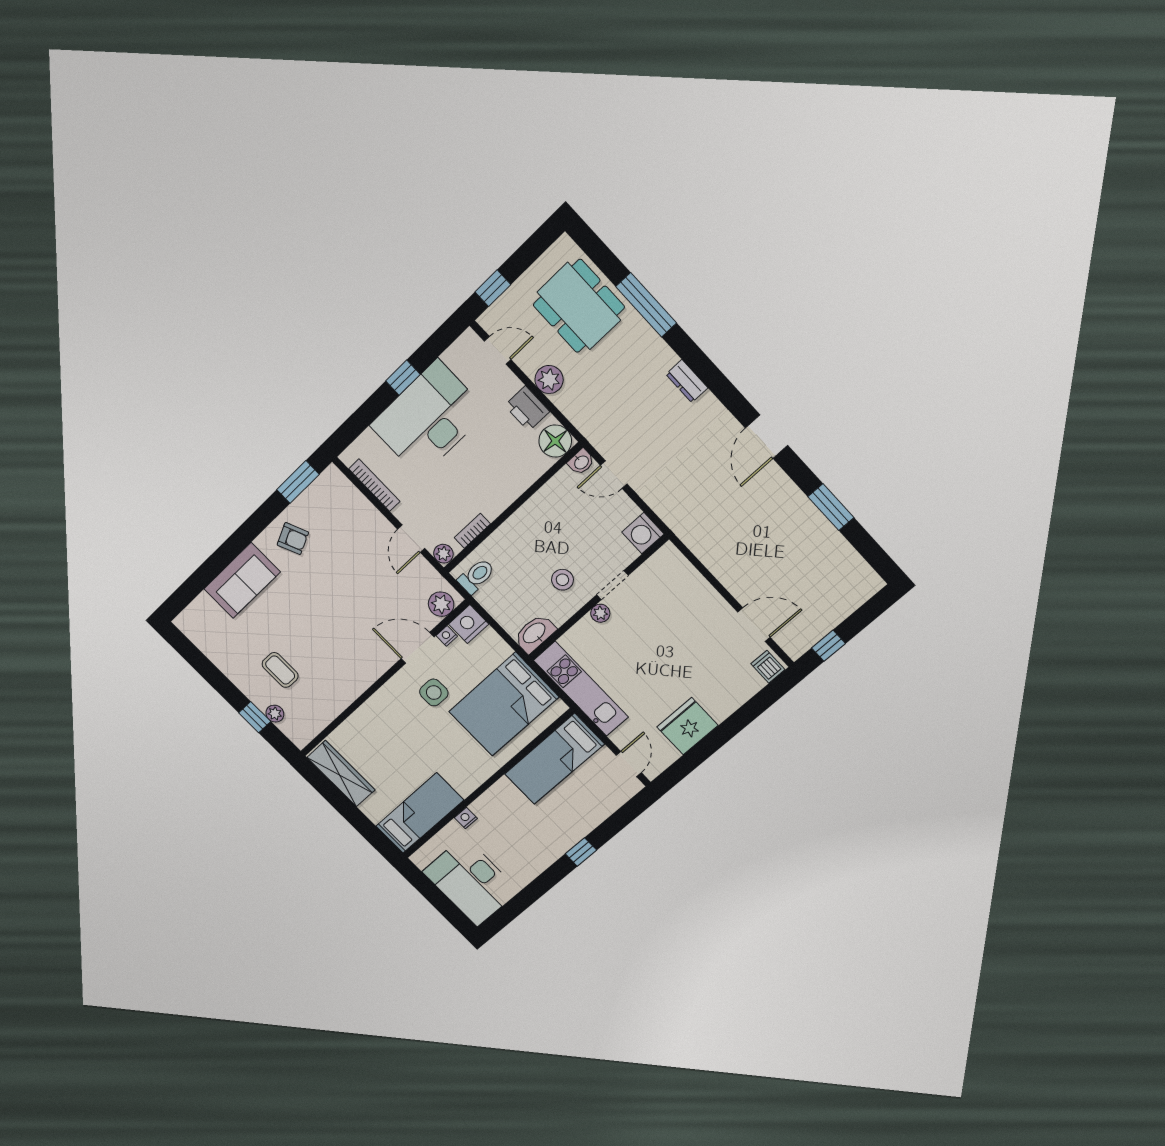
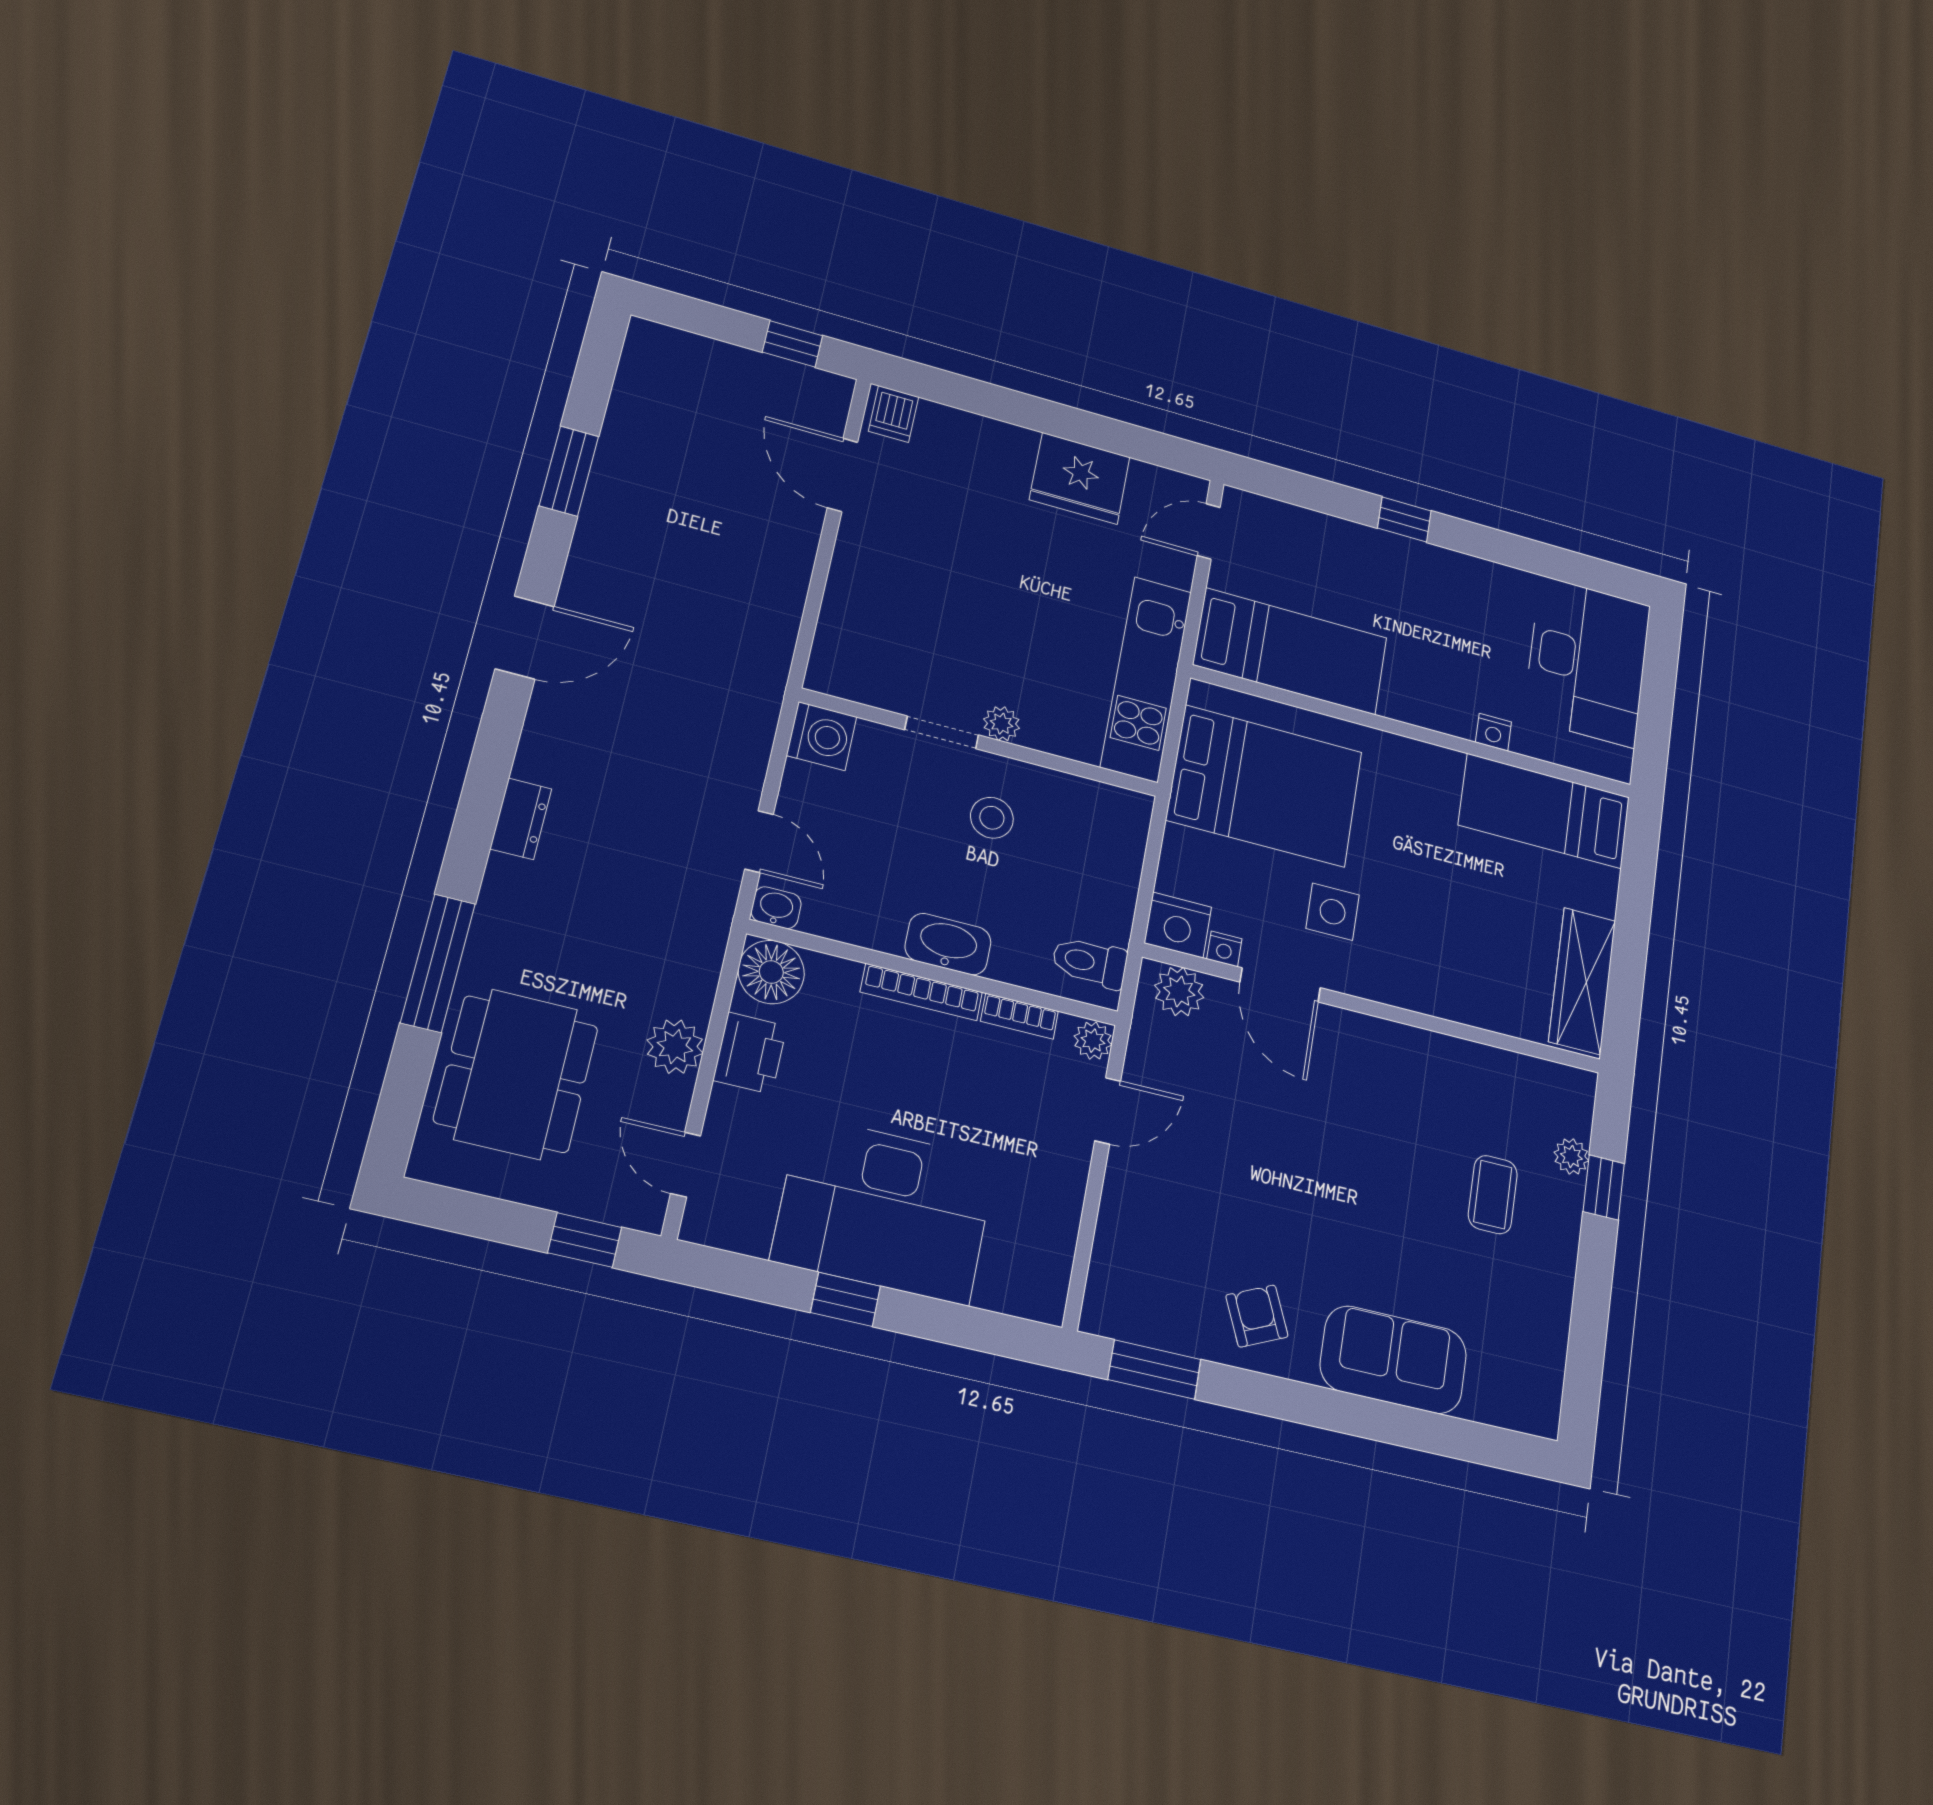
bookcase: (374, 485) -> (921, 992), moved, turned -90
washbasin: (535, 633) -> (948, 944), moved, turned 180

